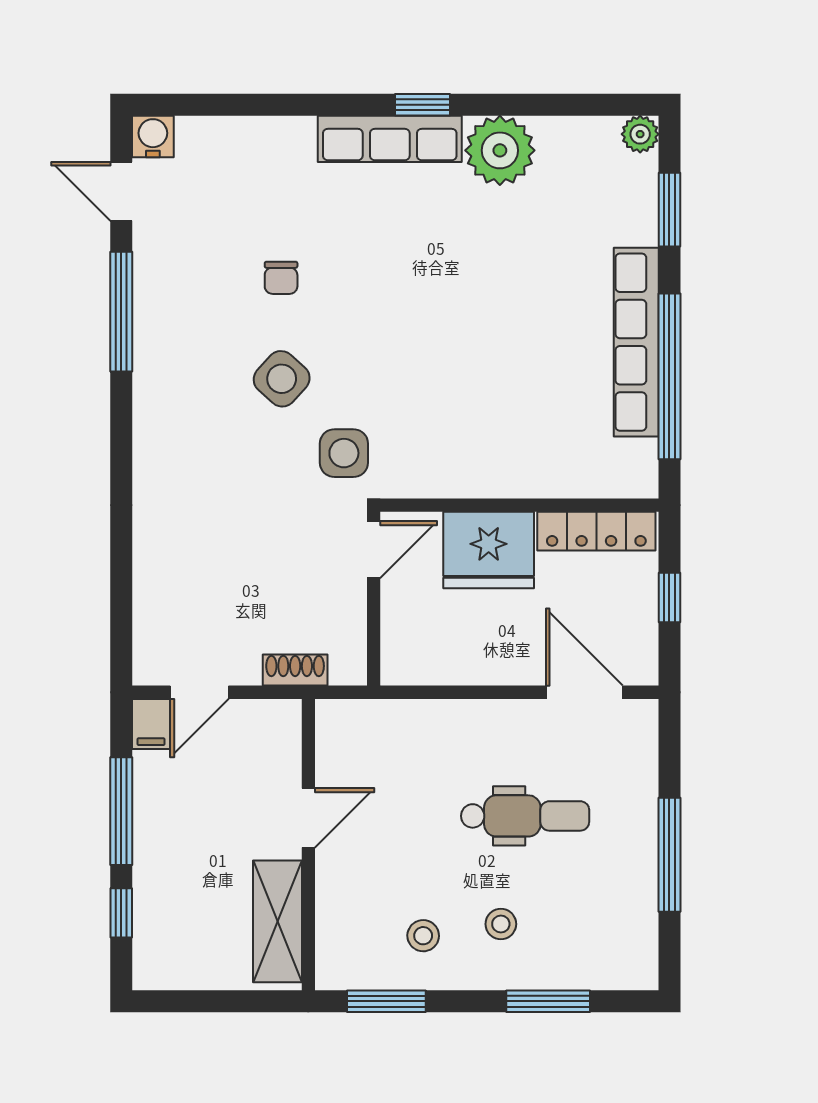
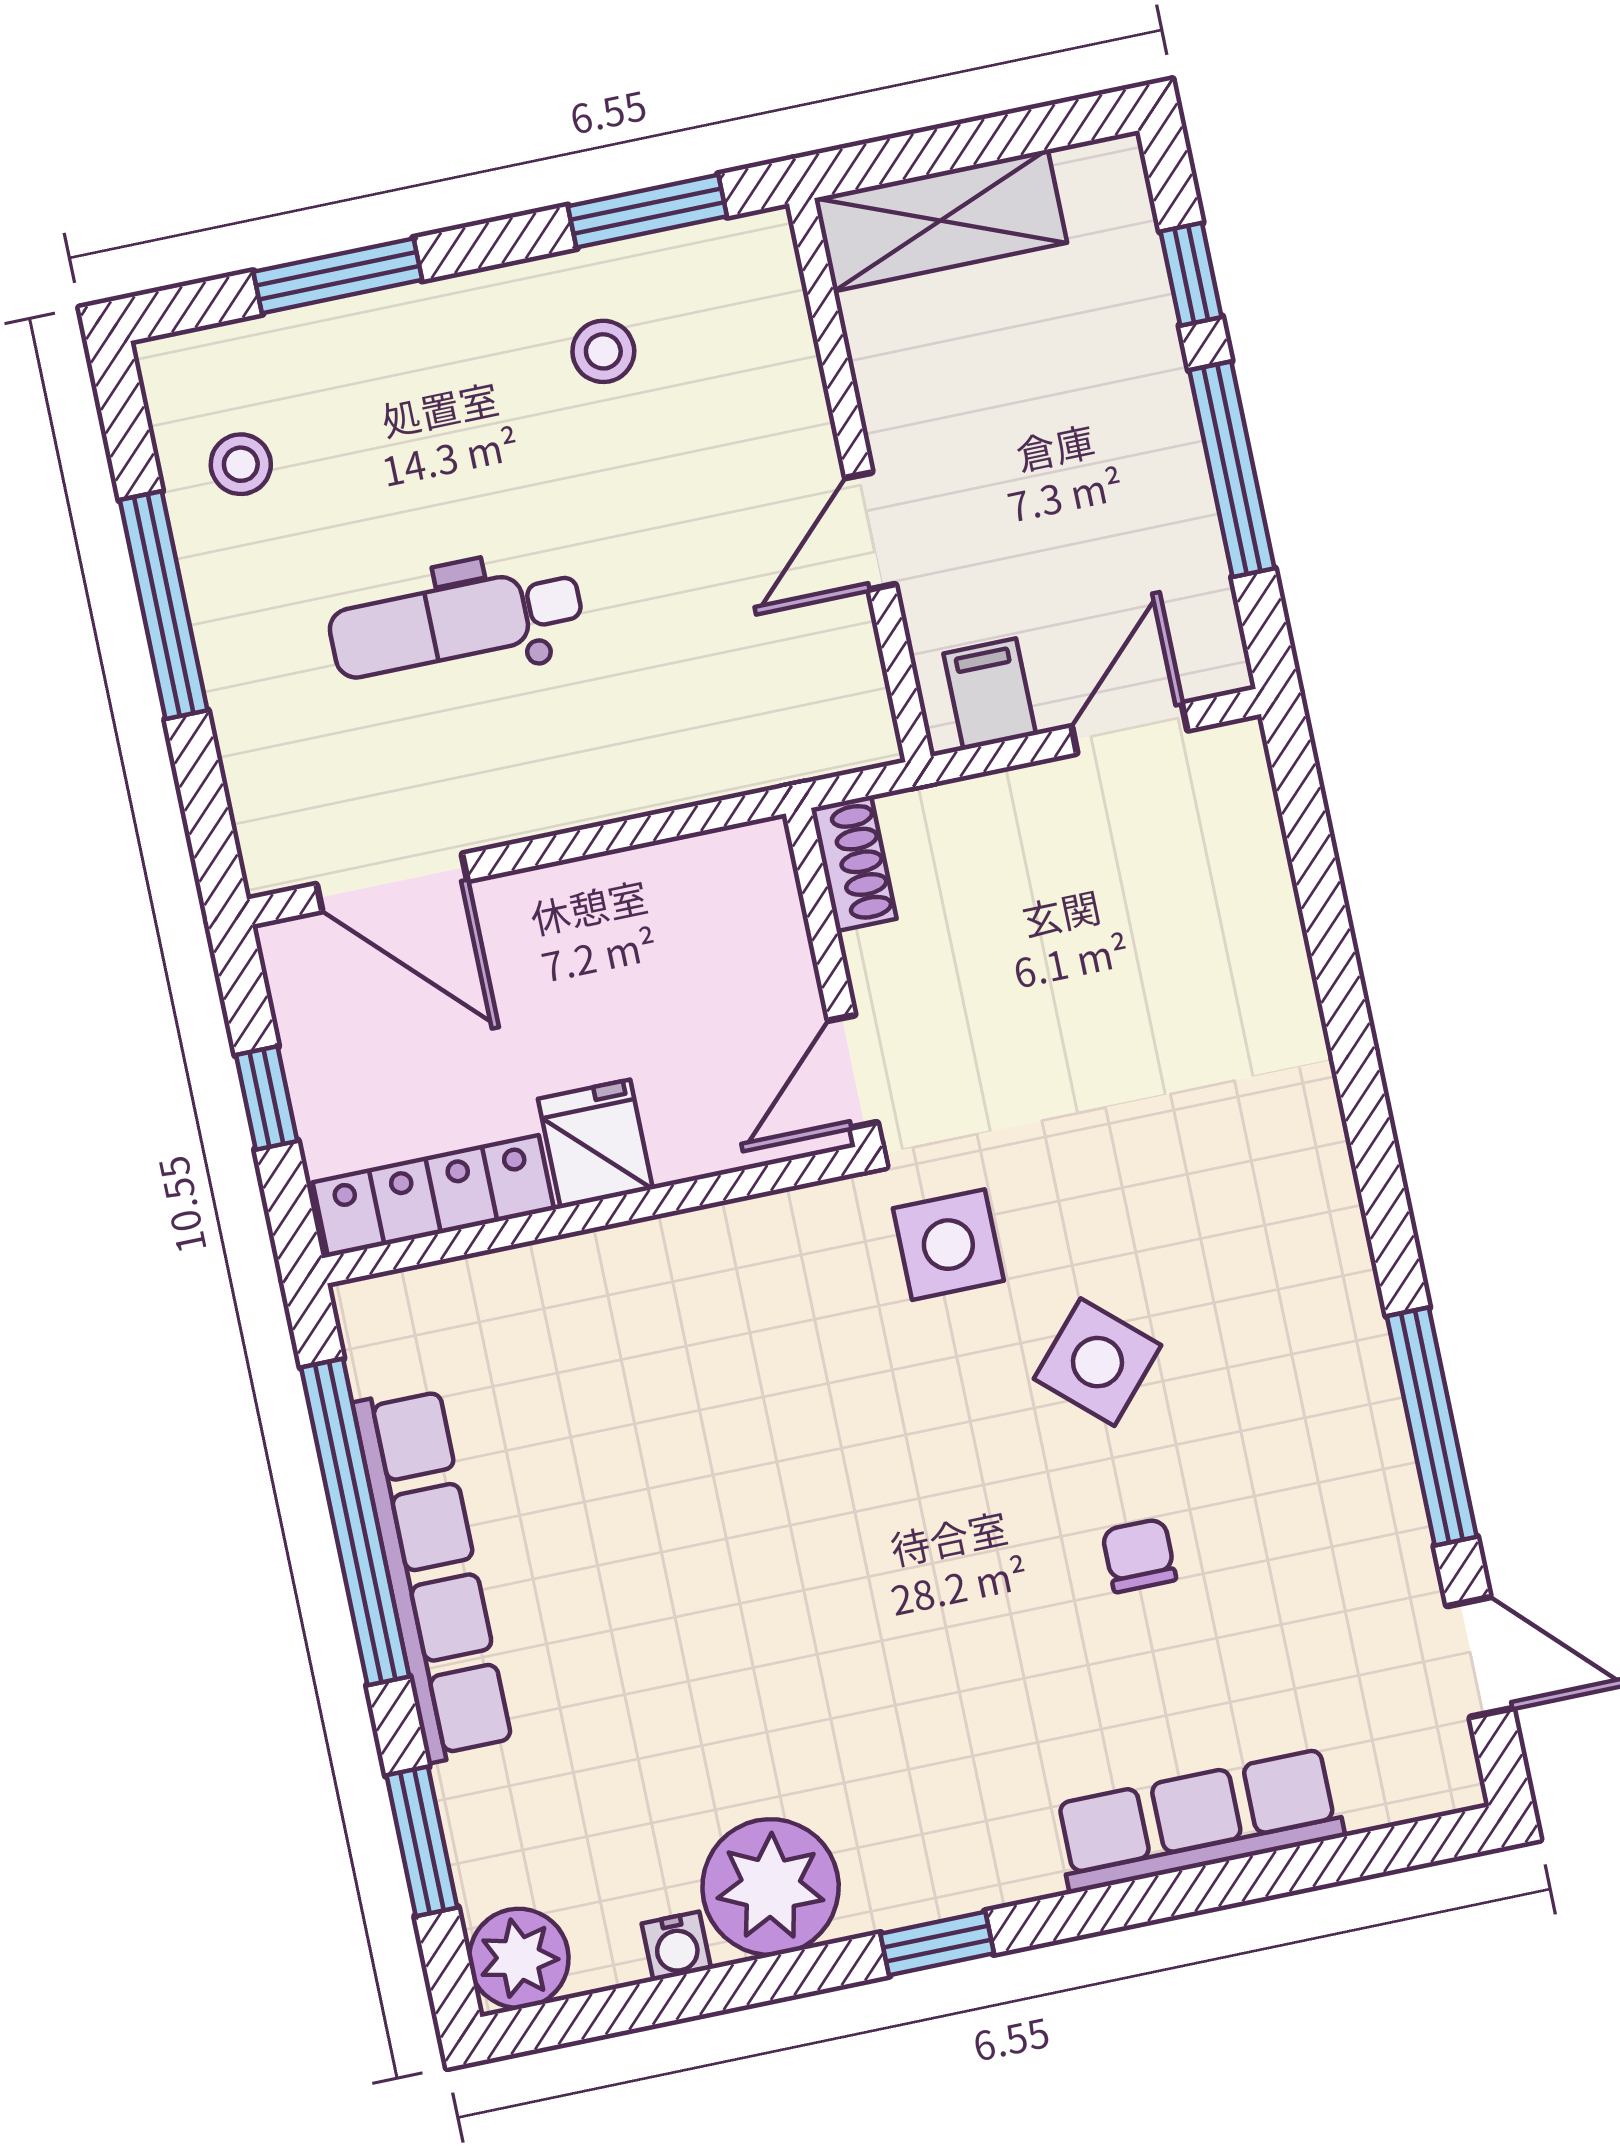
plant: (640, 134) -> (519, 1958), width x1.38, depth x1.38
water cooler: (153, 136) -> (676, 1946), moved, width x0.72, depth x0.72
row of seats: (390, 139) -> (1198, 1821), moved
fridge: (489, 550) -> (595, 1144), width x0.53, depth x0.75
shoe rack: (295, 670) -> (854, 863), moved, turned -90
filing cabinet: (151, 724) -> (990, 694), moved
shelving: (277, 921) -> (941, 220), moved, turned 90
stool: (501, 924) -> (241, 464), moved

